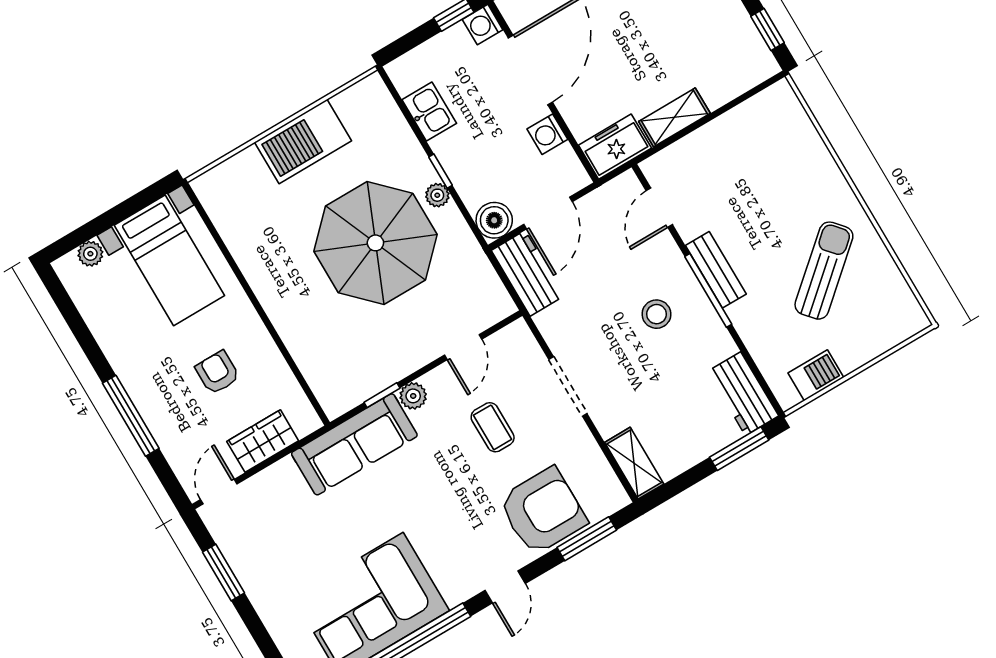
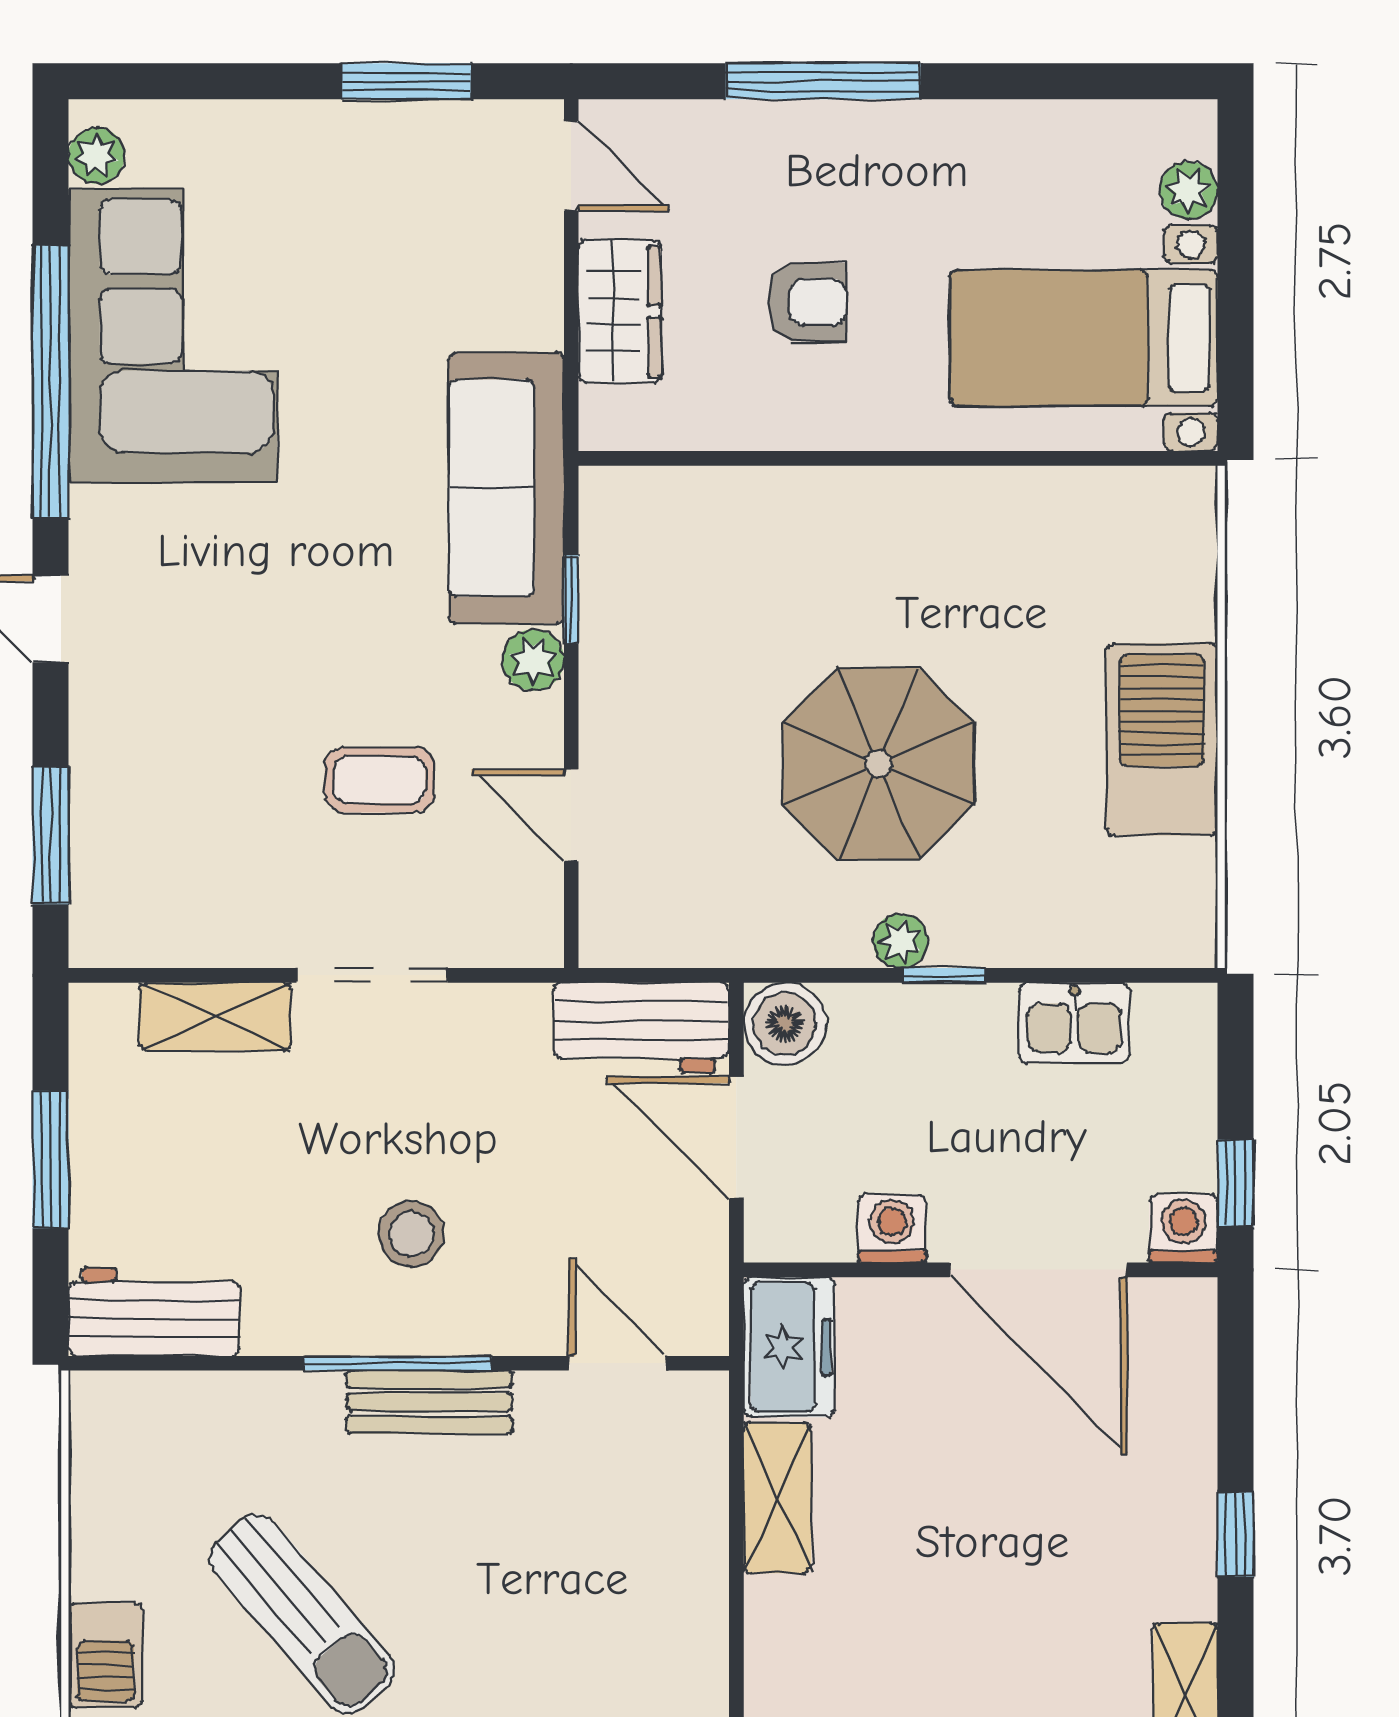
parasol: (375, 243) -> (878, 764), width x0.73, depth x0.73
barbecue: (816, 375) -> (106, 1655), moved
window: (739, 449) -> (51, 1160), moved
shelving: (634, 463) -> (215, 1017), moved
armchair: (543, 511) -> (156, 781), removed

